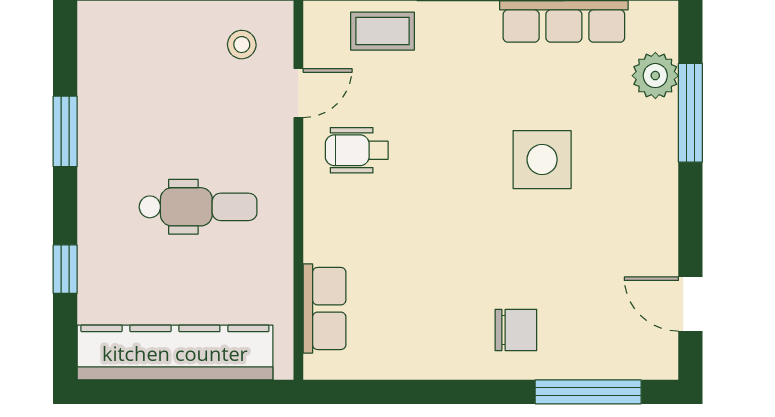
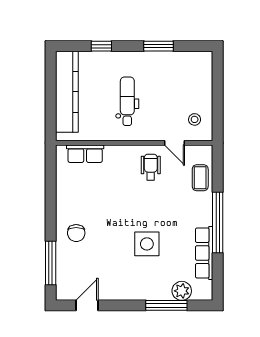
dental chair: (198, 207) -> (127, 101), turned 180

